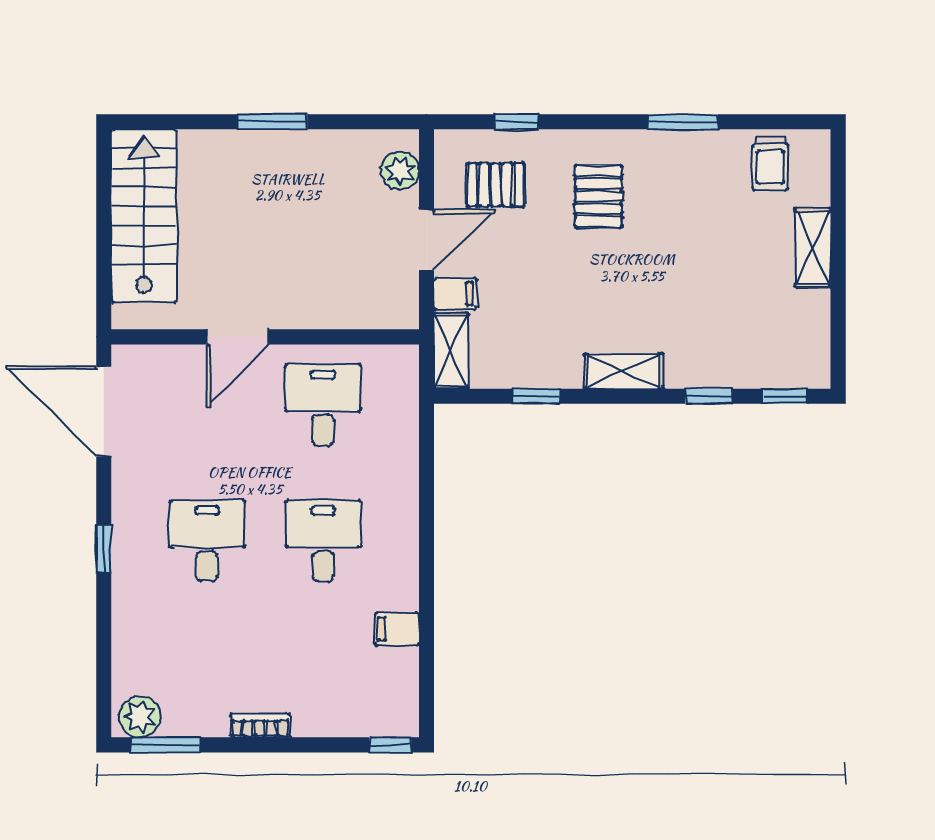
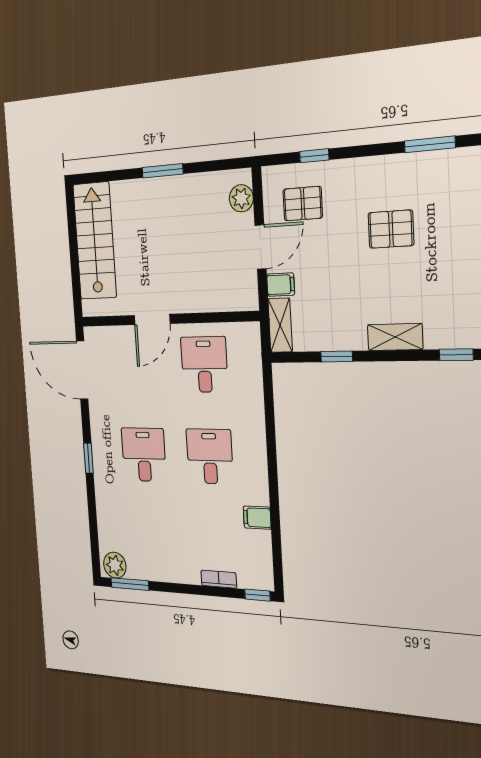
pallet: (598, 196) -> (391, 229), moved, turned 90
bookcase: (260, 725) -> (219, 579), moved

